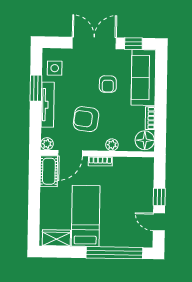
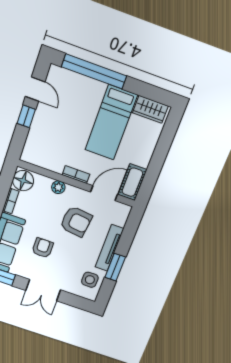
double door: (94, 43) -> (43, 290), width x0.73
plant: (47, 144) -> (124, 210), removed

